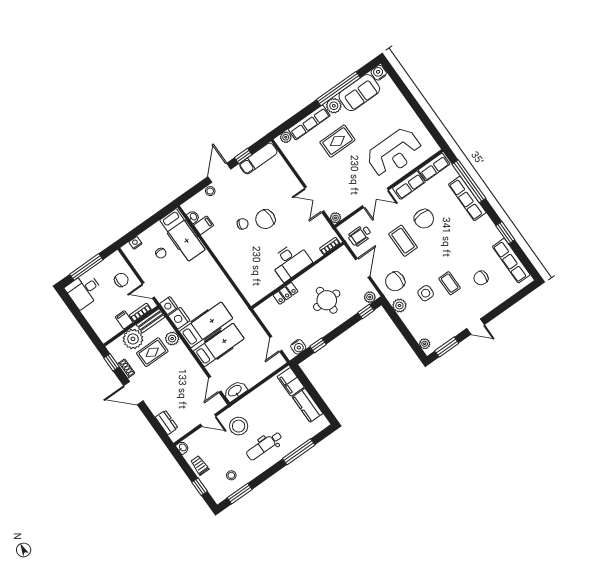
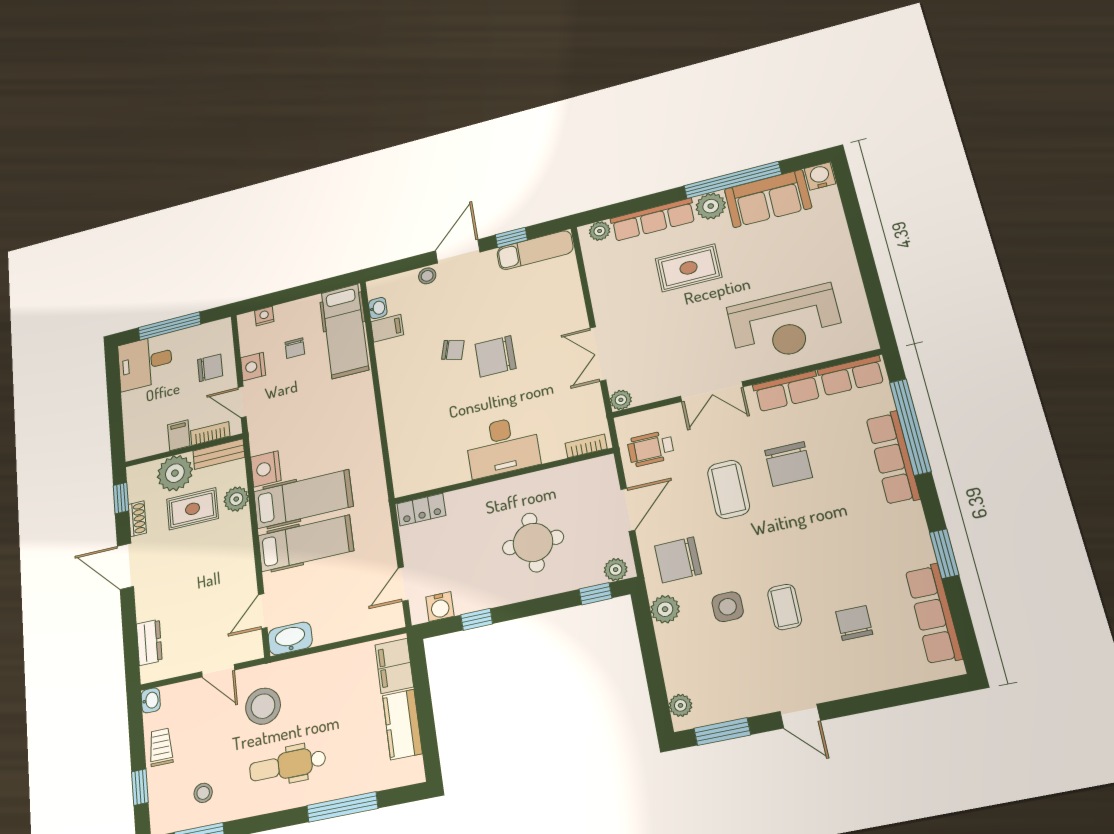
chair: (481, 278) -> (854, 623), turned 87
locker: (285, 293) -> (421, 510), moved
nightstand: (169, 306) -> (253, 367), moved

